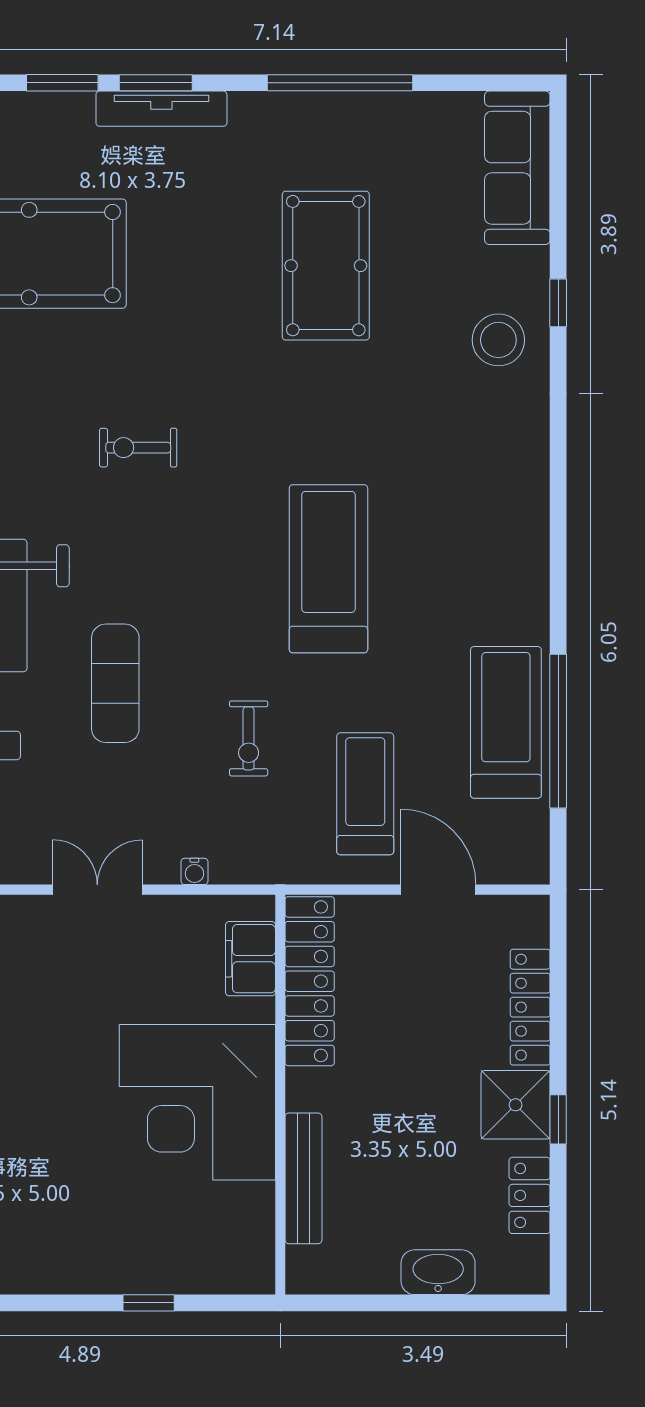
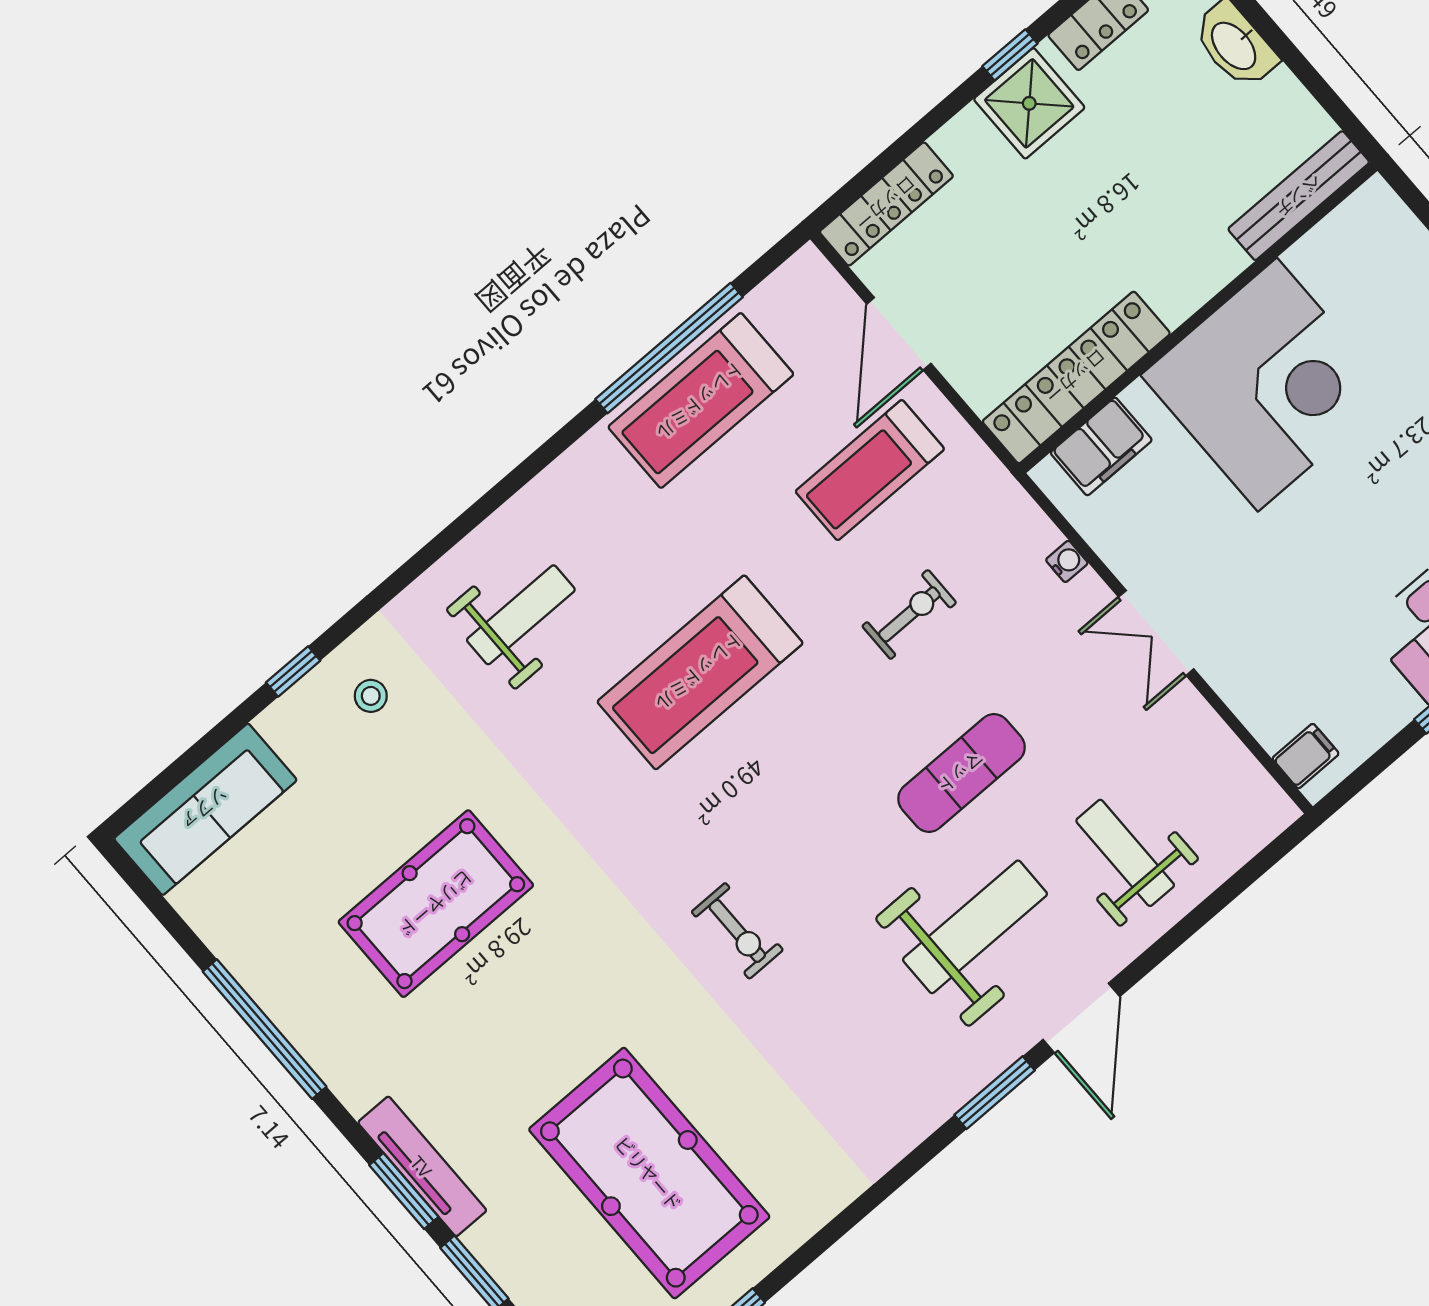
stool: (498, 340) -> (371, 696), width x0.53, depth x0.53
weight bench: (467, 484) -> (521, 615), added
locker: (530, 1007) -> (886, 204), moved
bench: (303, 1178) -> (1299, 196), moved

